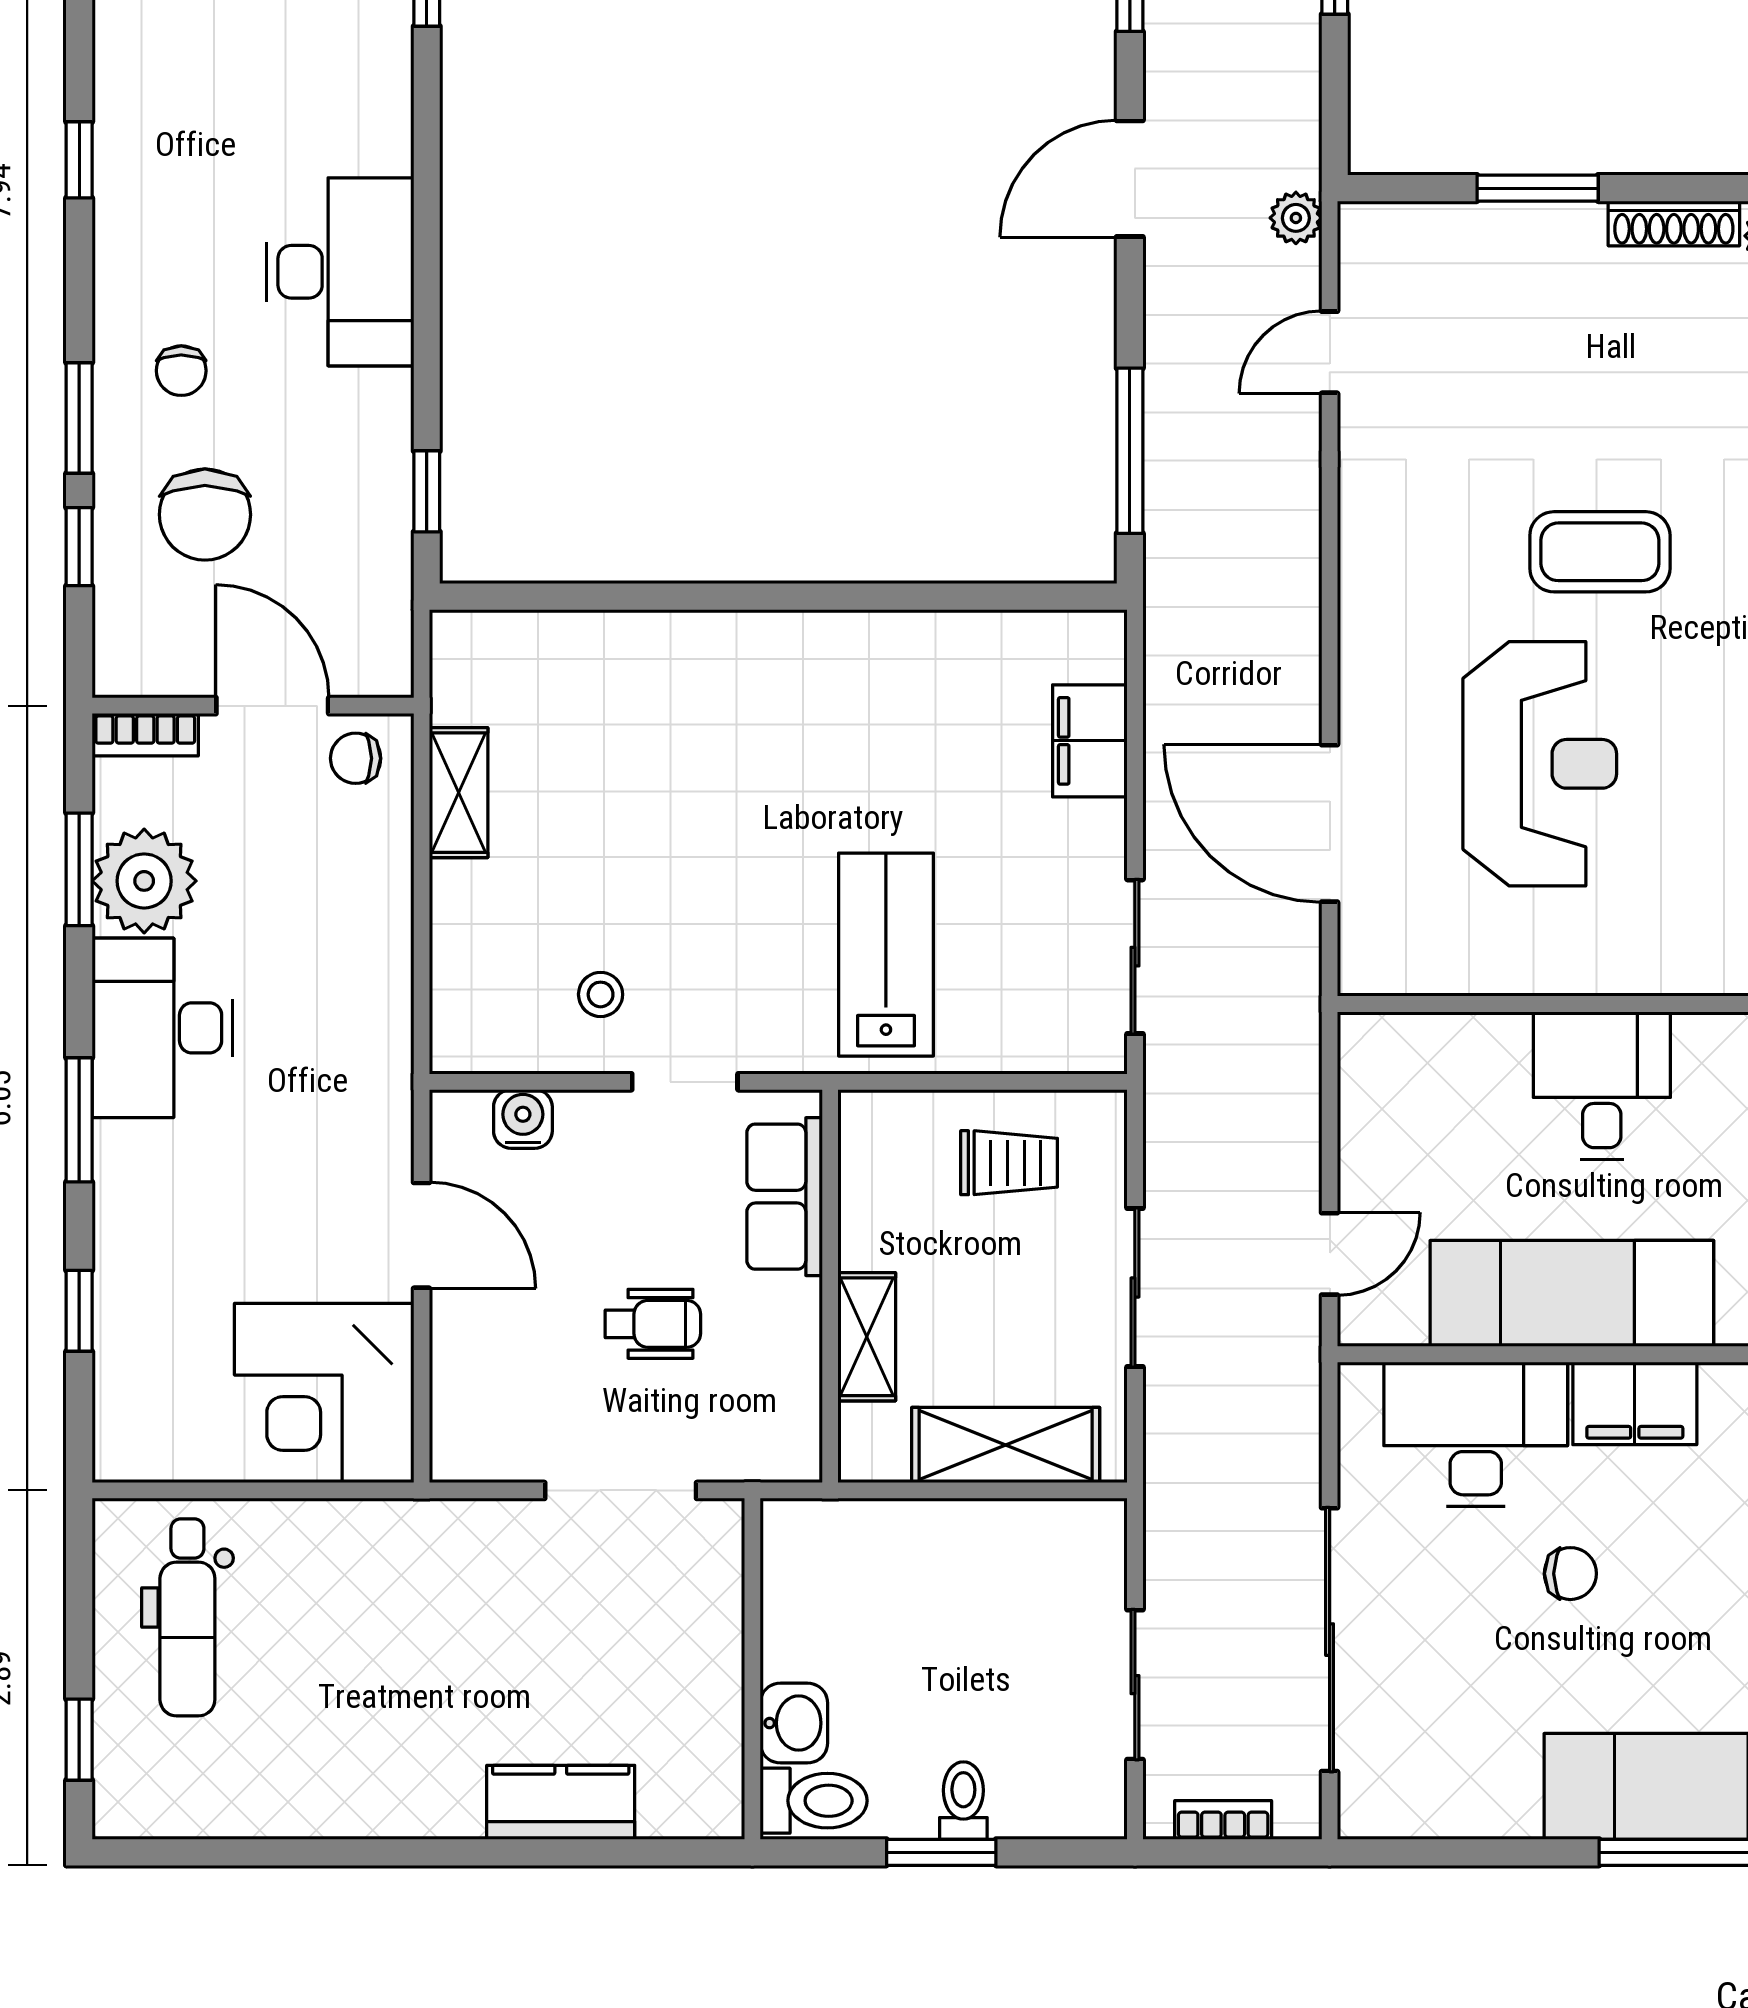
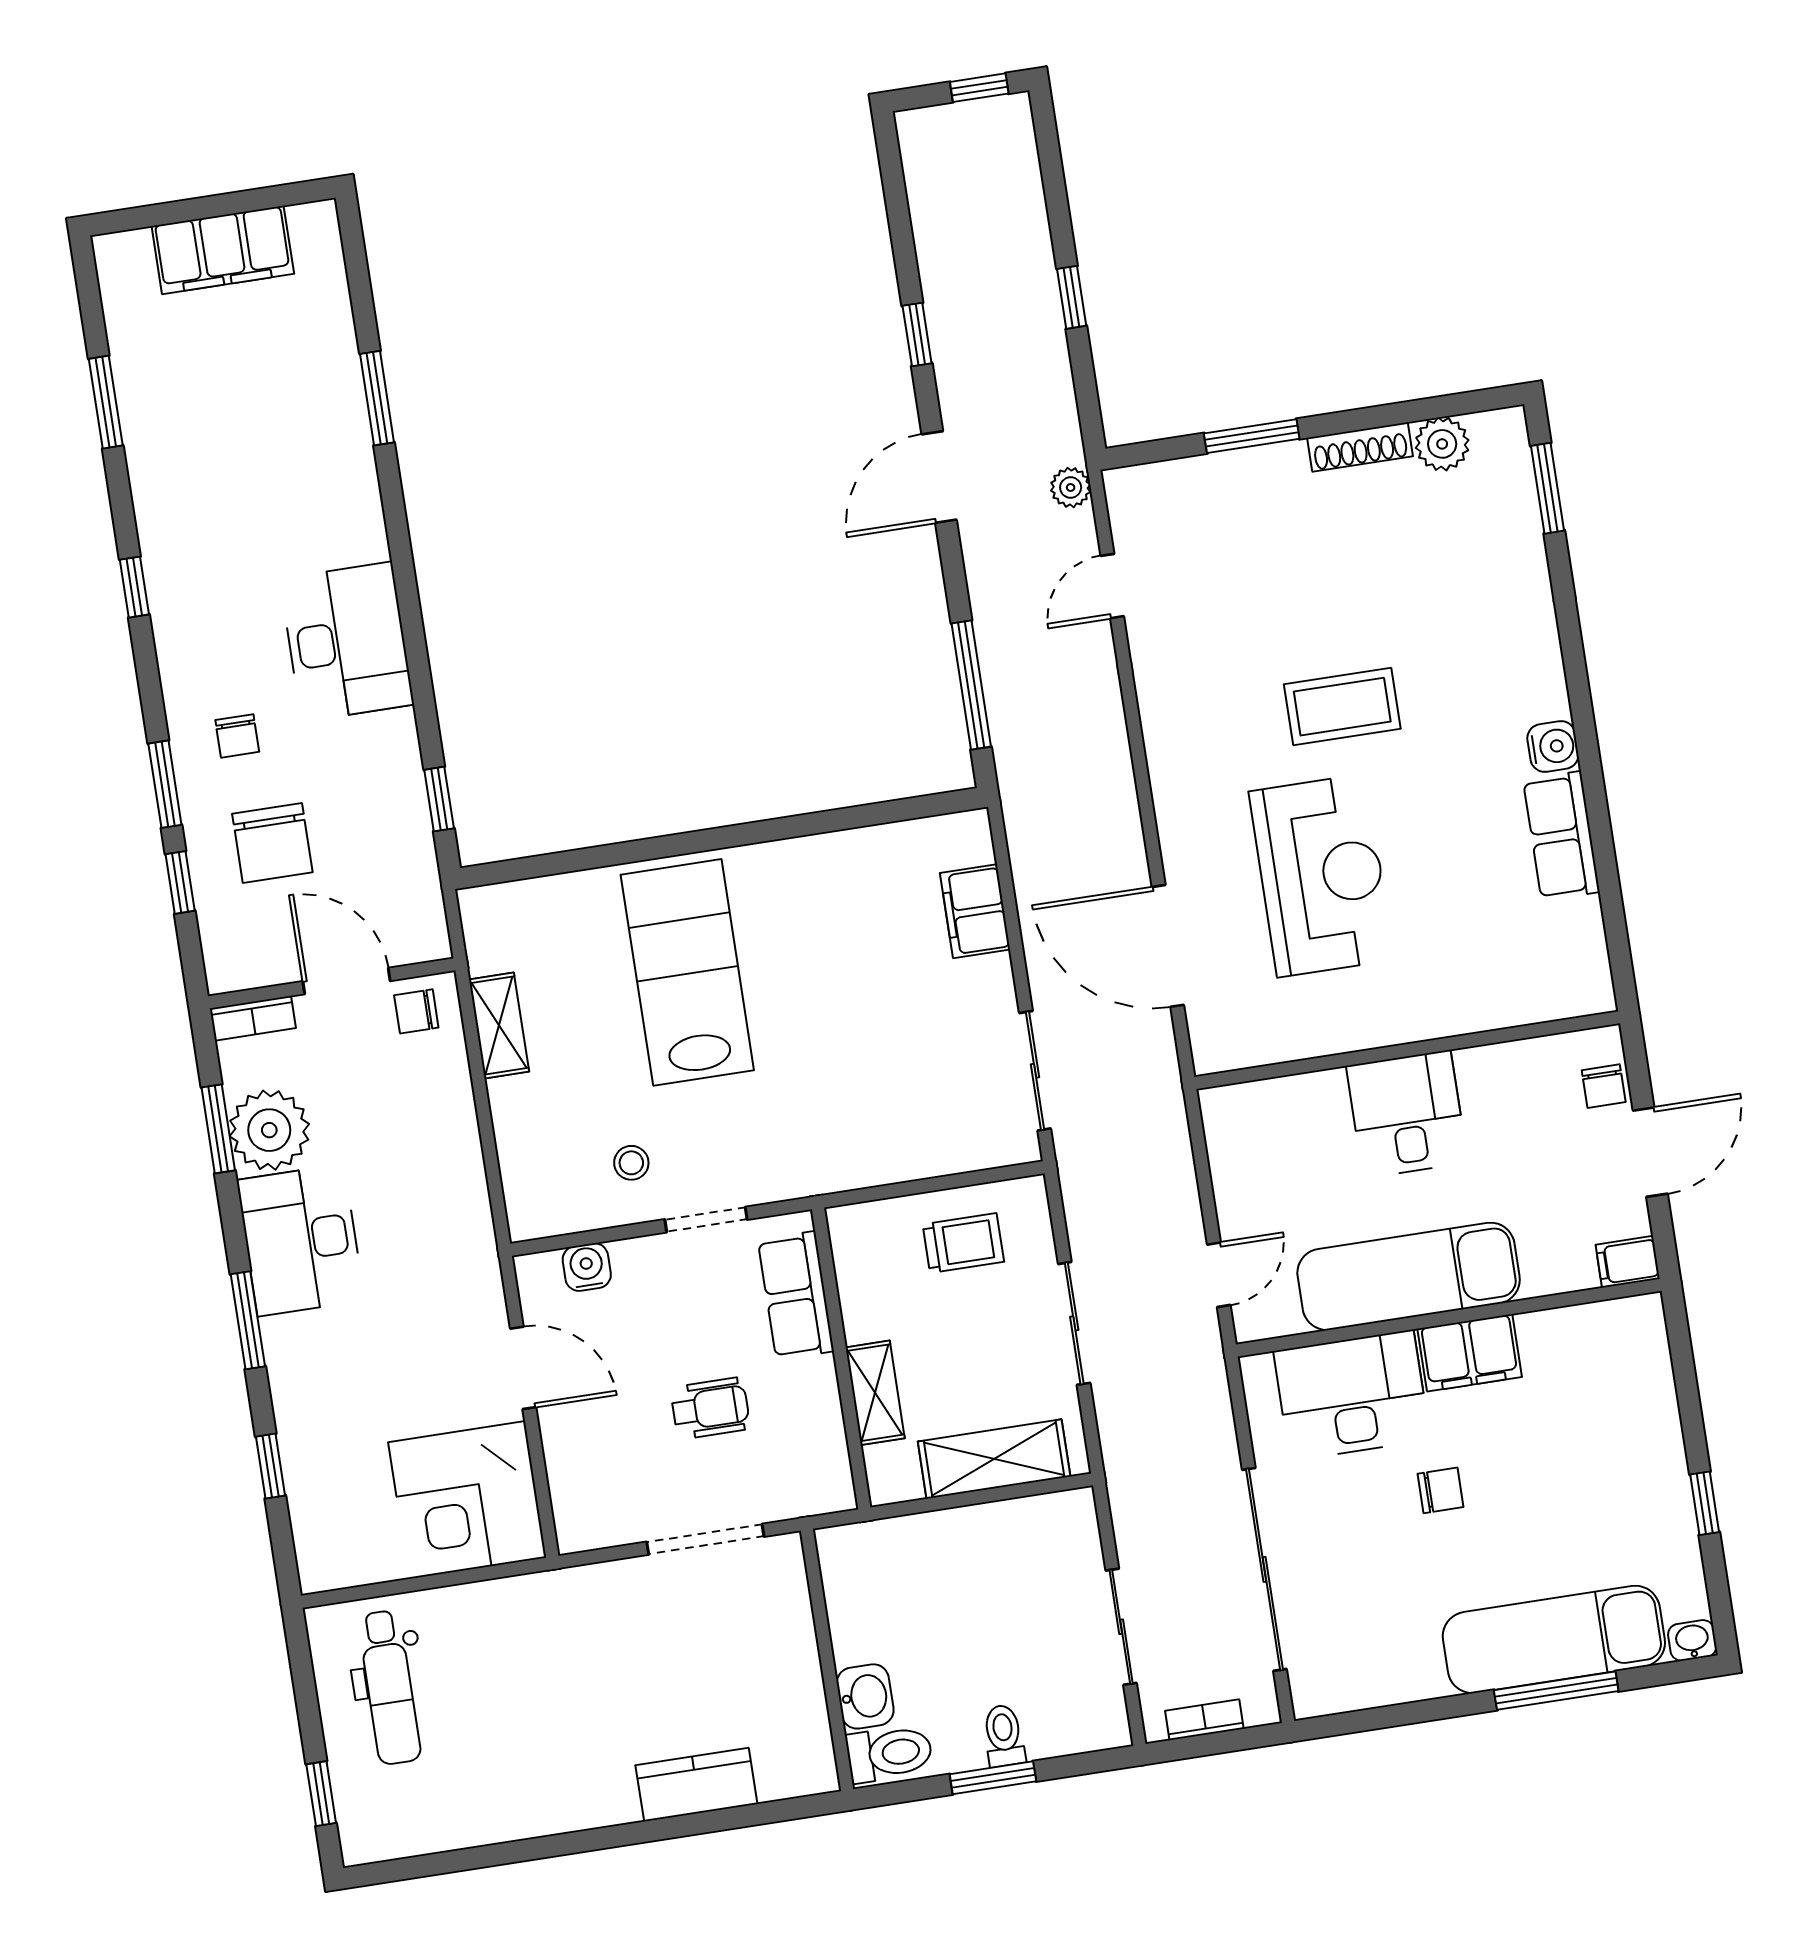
lab bench: (886, 955) -> (687, 972), moved, width x1.36, depth x1.39

